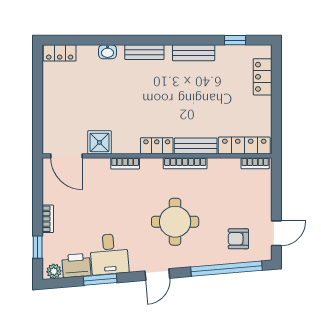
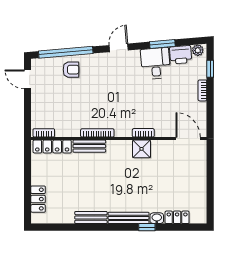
window: (235, 40) -> (147, 227), moved
bench: (144, 52) -> (129, 218), width x1.36
locker: (60, 53) -> (177, 217), moved
shower: (99, 142) -> (142, 149), moved
locker: (157, 146) -> (119, 146), removed
round table: (175, 222) -> (105, 88), removed
door: (276, 233) -> (28, 79), hinge flipped
armchair: (238, 239) -> (71, 70), moved

